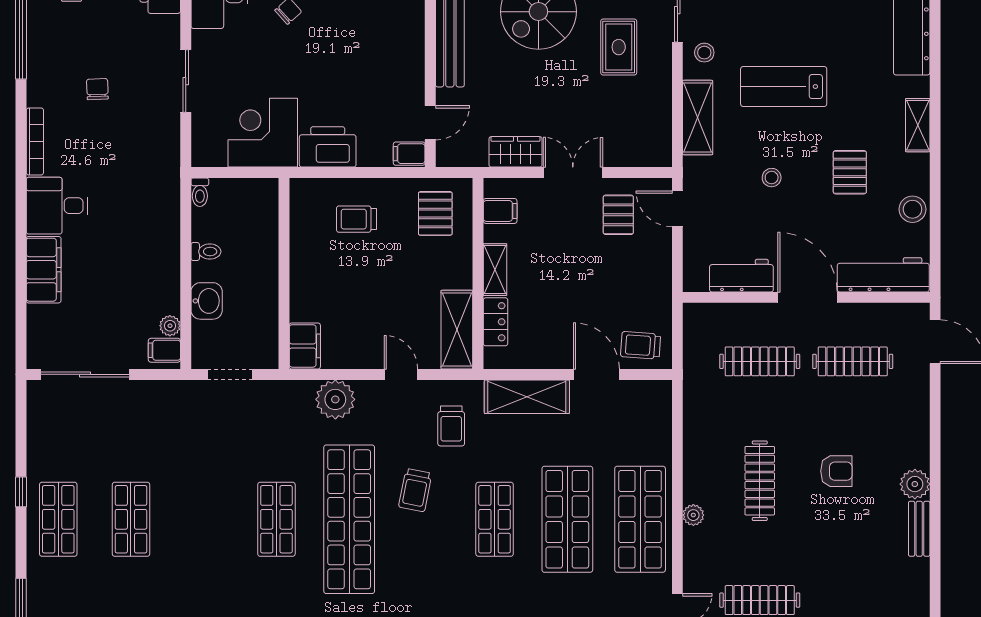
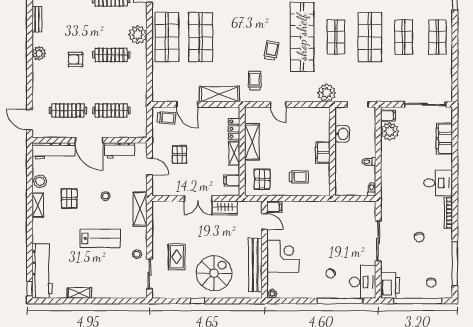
sliding door: (186, 81) -> (378, 241), width x1.37
shelving: (698, 118) -> (140, 209), moved
door: (430, 123) -> (264, 221), swing flipped
shelving: (918, 125) -> (38, 205), moved
corner desk: (263, 133) -> (283, 256), moved, turned -90
printer: (328, 147) -> (312, 210), removed
door: (677, 209) -> (149, 166), moved
pallet: (618, 215) -> (179, 155), moved
filing cabinet: (44, 270) -> (444, 139), moved
washbasin: (207, 301) -> (342, 134), moved, turned 180
plant: (170, 326) -> (390, 131), width x1.88, depth x1.88
shelving: (457, 330) -> (252, 142), moved
filing cabinet: (305, 346) -> (323, 153), moved
plant: (335, 399) -> (327, 93), moved
clothes rail: (760, 481) -> (111, 55), turned 90
window: (21, 492) -> (455, 50), removed
plant: (693, 515) -> (138, 35), width x1.88, depth x1.88
shop shelf: (495, 519) -> (370, 37), moved, width x1.43, depth x1.36
bench: (919, 529) -> (37, 19), moved

